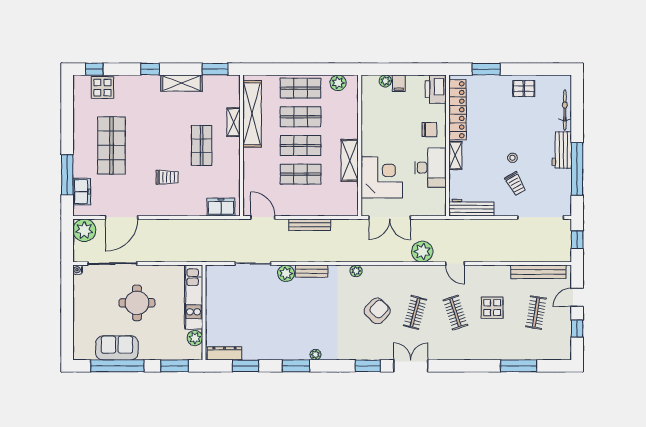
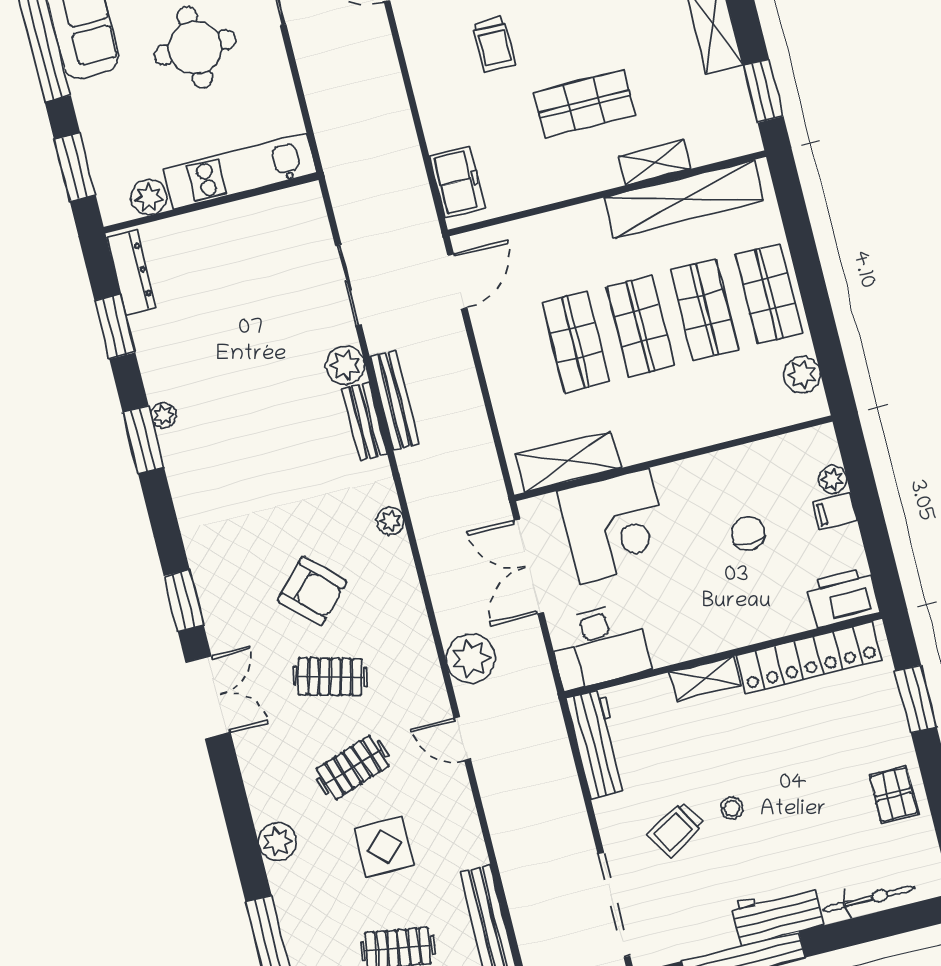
chair: (429, 130) -> (748, 533), moved, turned 180
shelving: (350, 160) -> (568, 461), moved
desk: (430, 168) -> (600, 646), moved
bench: (310, 225) -> (395, 400), moved
door: (455, 264) -> (462, 739), hinge flipped
plant: (479, 352) -> (277, 842), added
plant: (316, 355) -> (164, 415), moved

